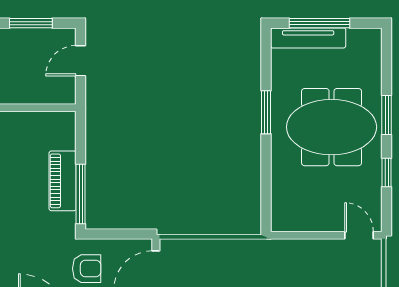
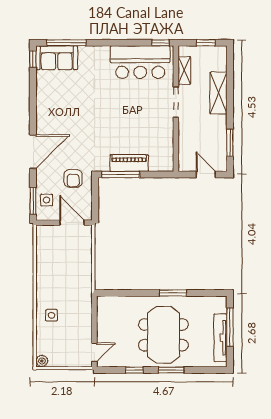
tv unit: (308, 38) -> (220, 338), moved

